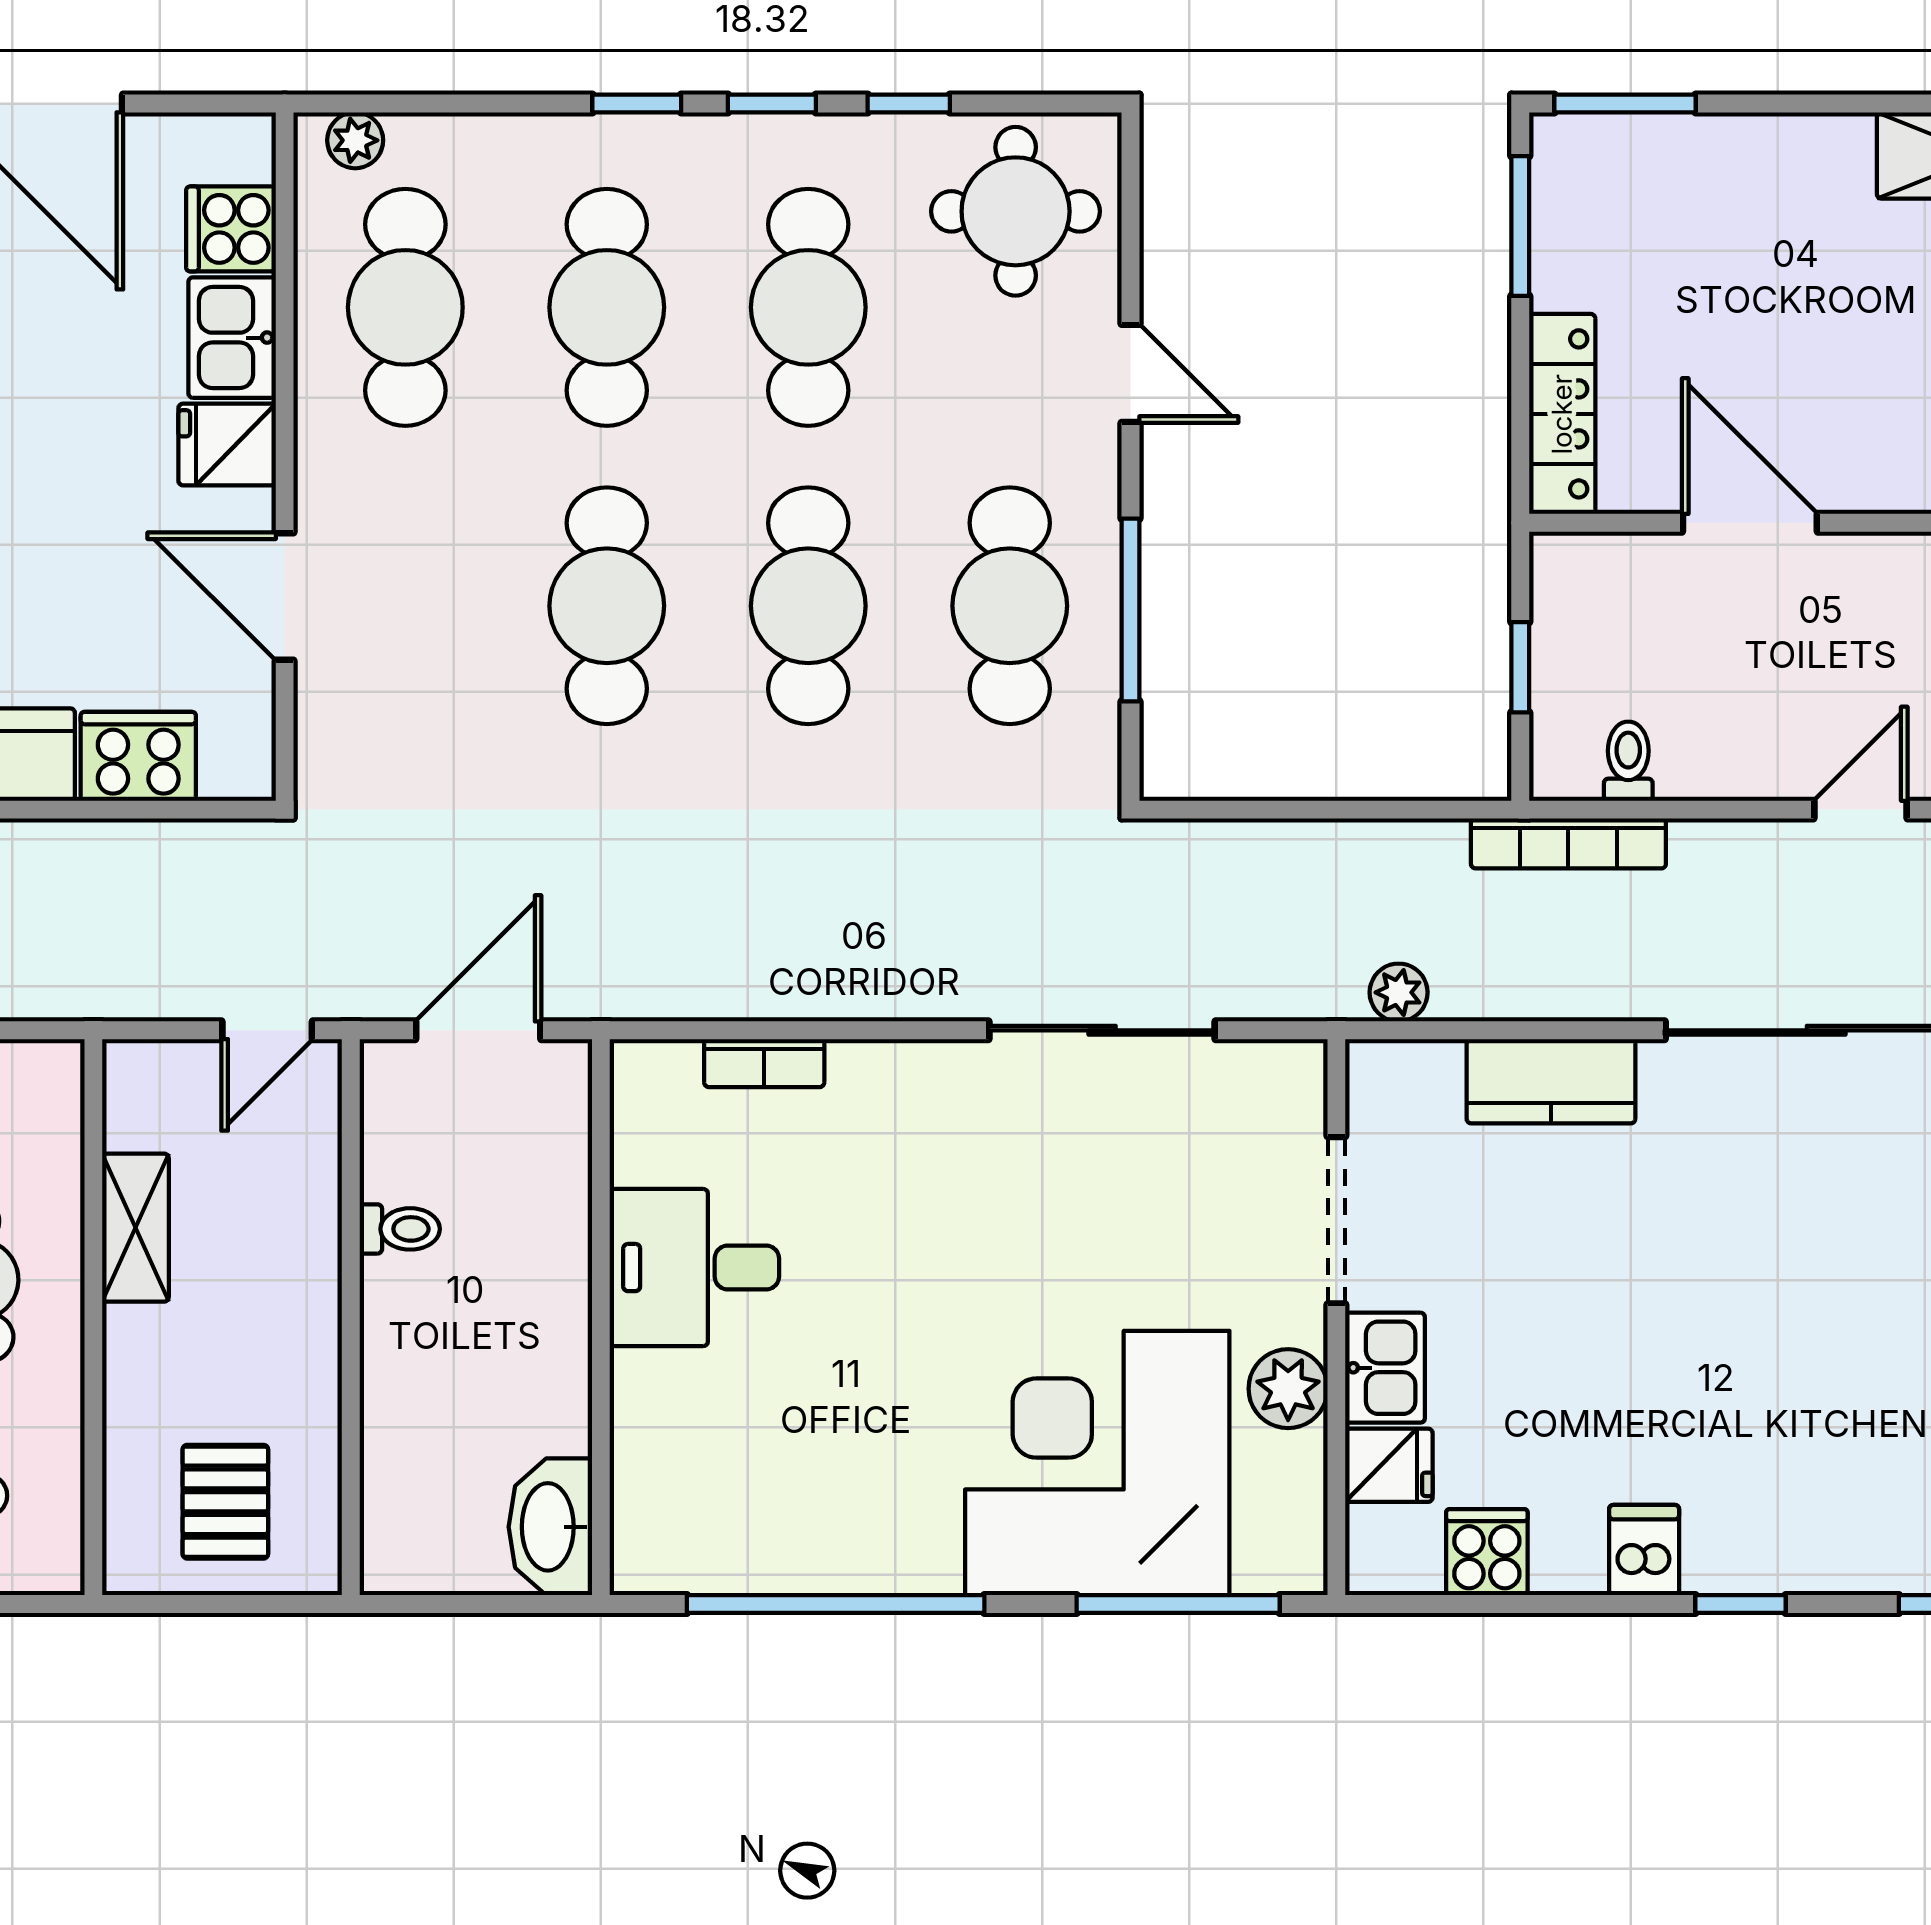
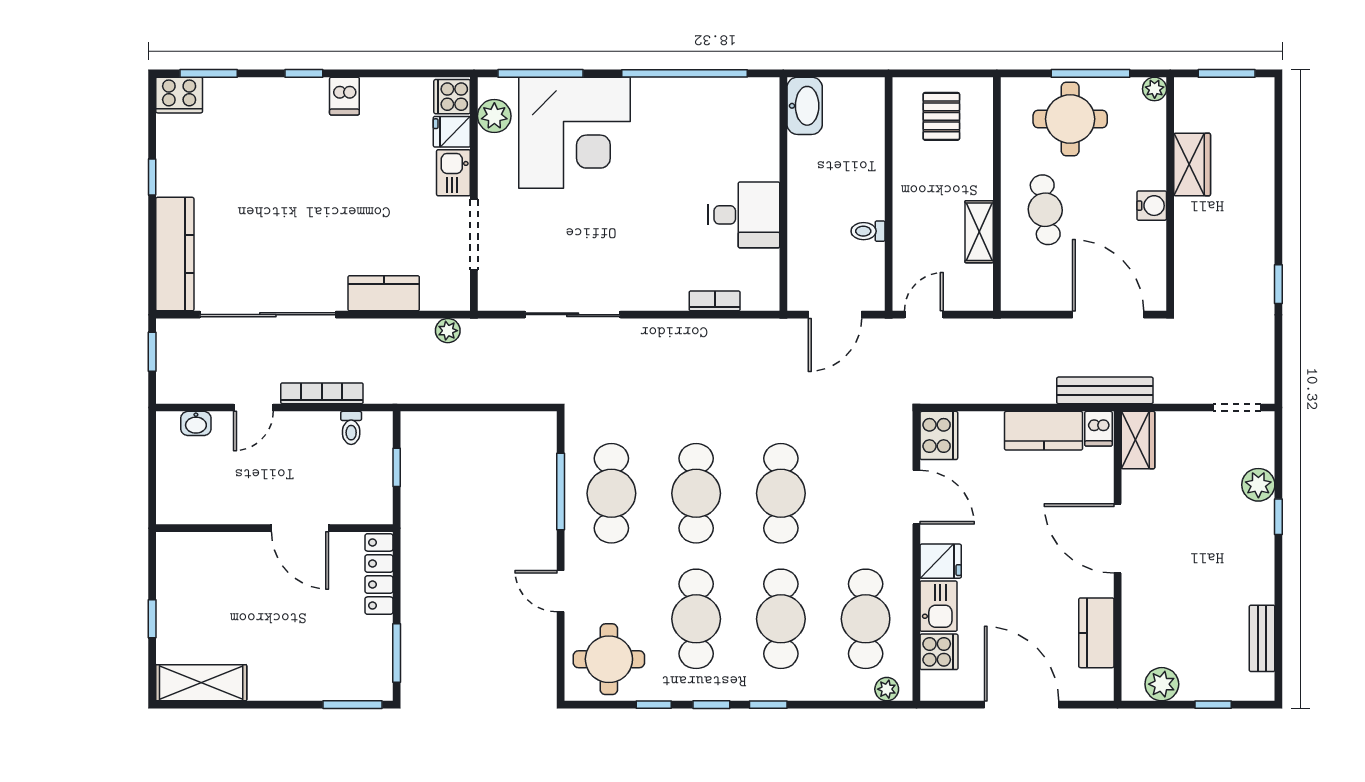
cooker: (138, 756) -> (939, 435), moved, turned -90
bookcase: (1568, 843) -> (322, 393), moved
plant: (1288, 1389) -> (494, 116), moved
cooker: (1487, 1552) -> (452, 97), moved, turned 90

